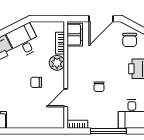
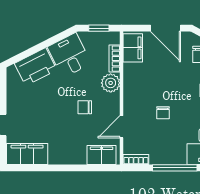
window: (48, 19) -> (99, 28), added
door: (101, 19) -> (165, 28), hinge flipped
filing cabinet: (50, 121) -> (102, 155), added

